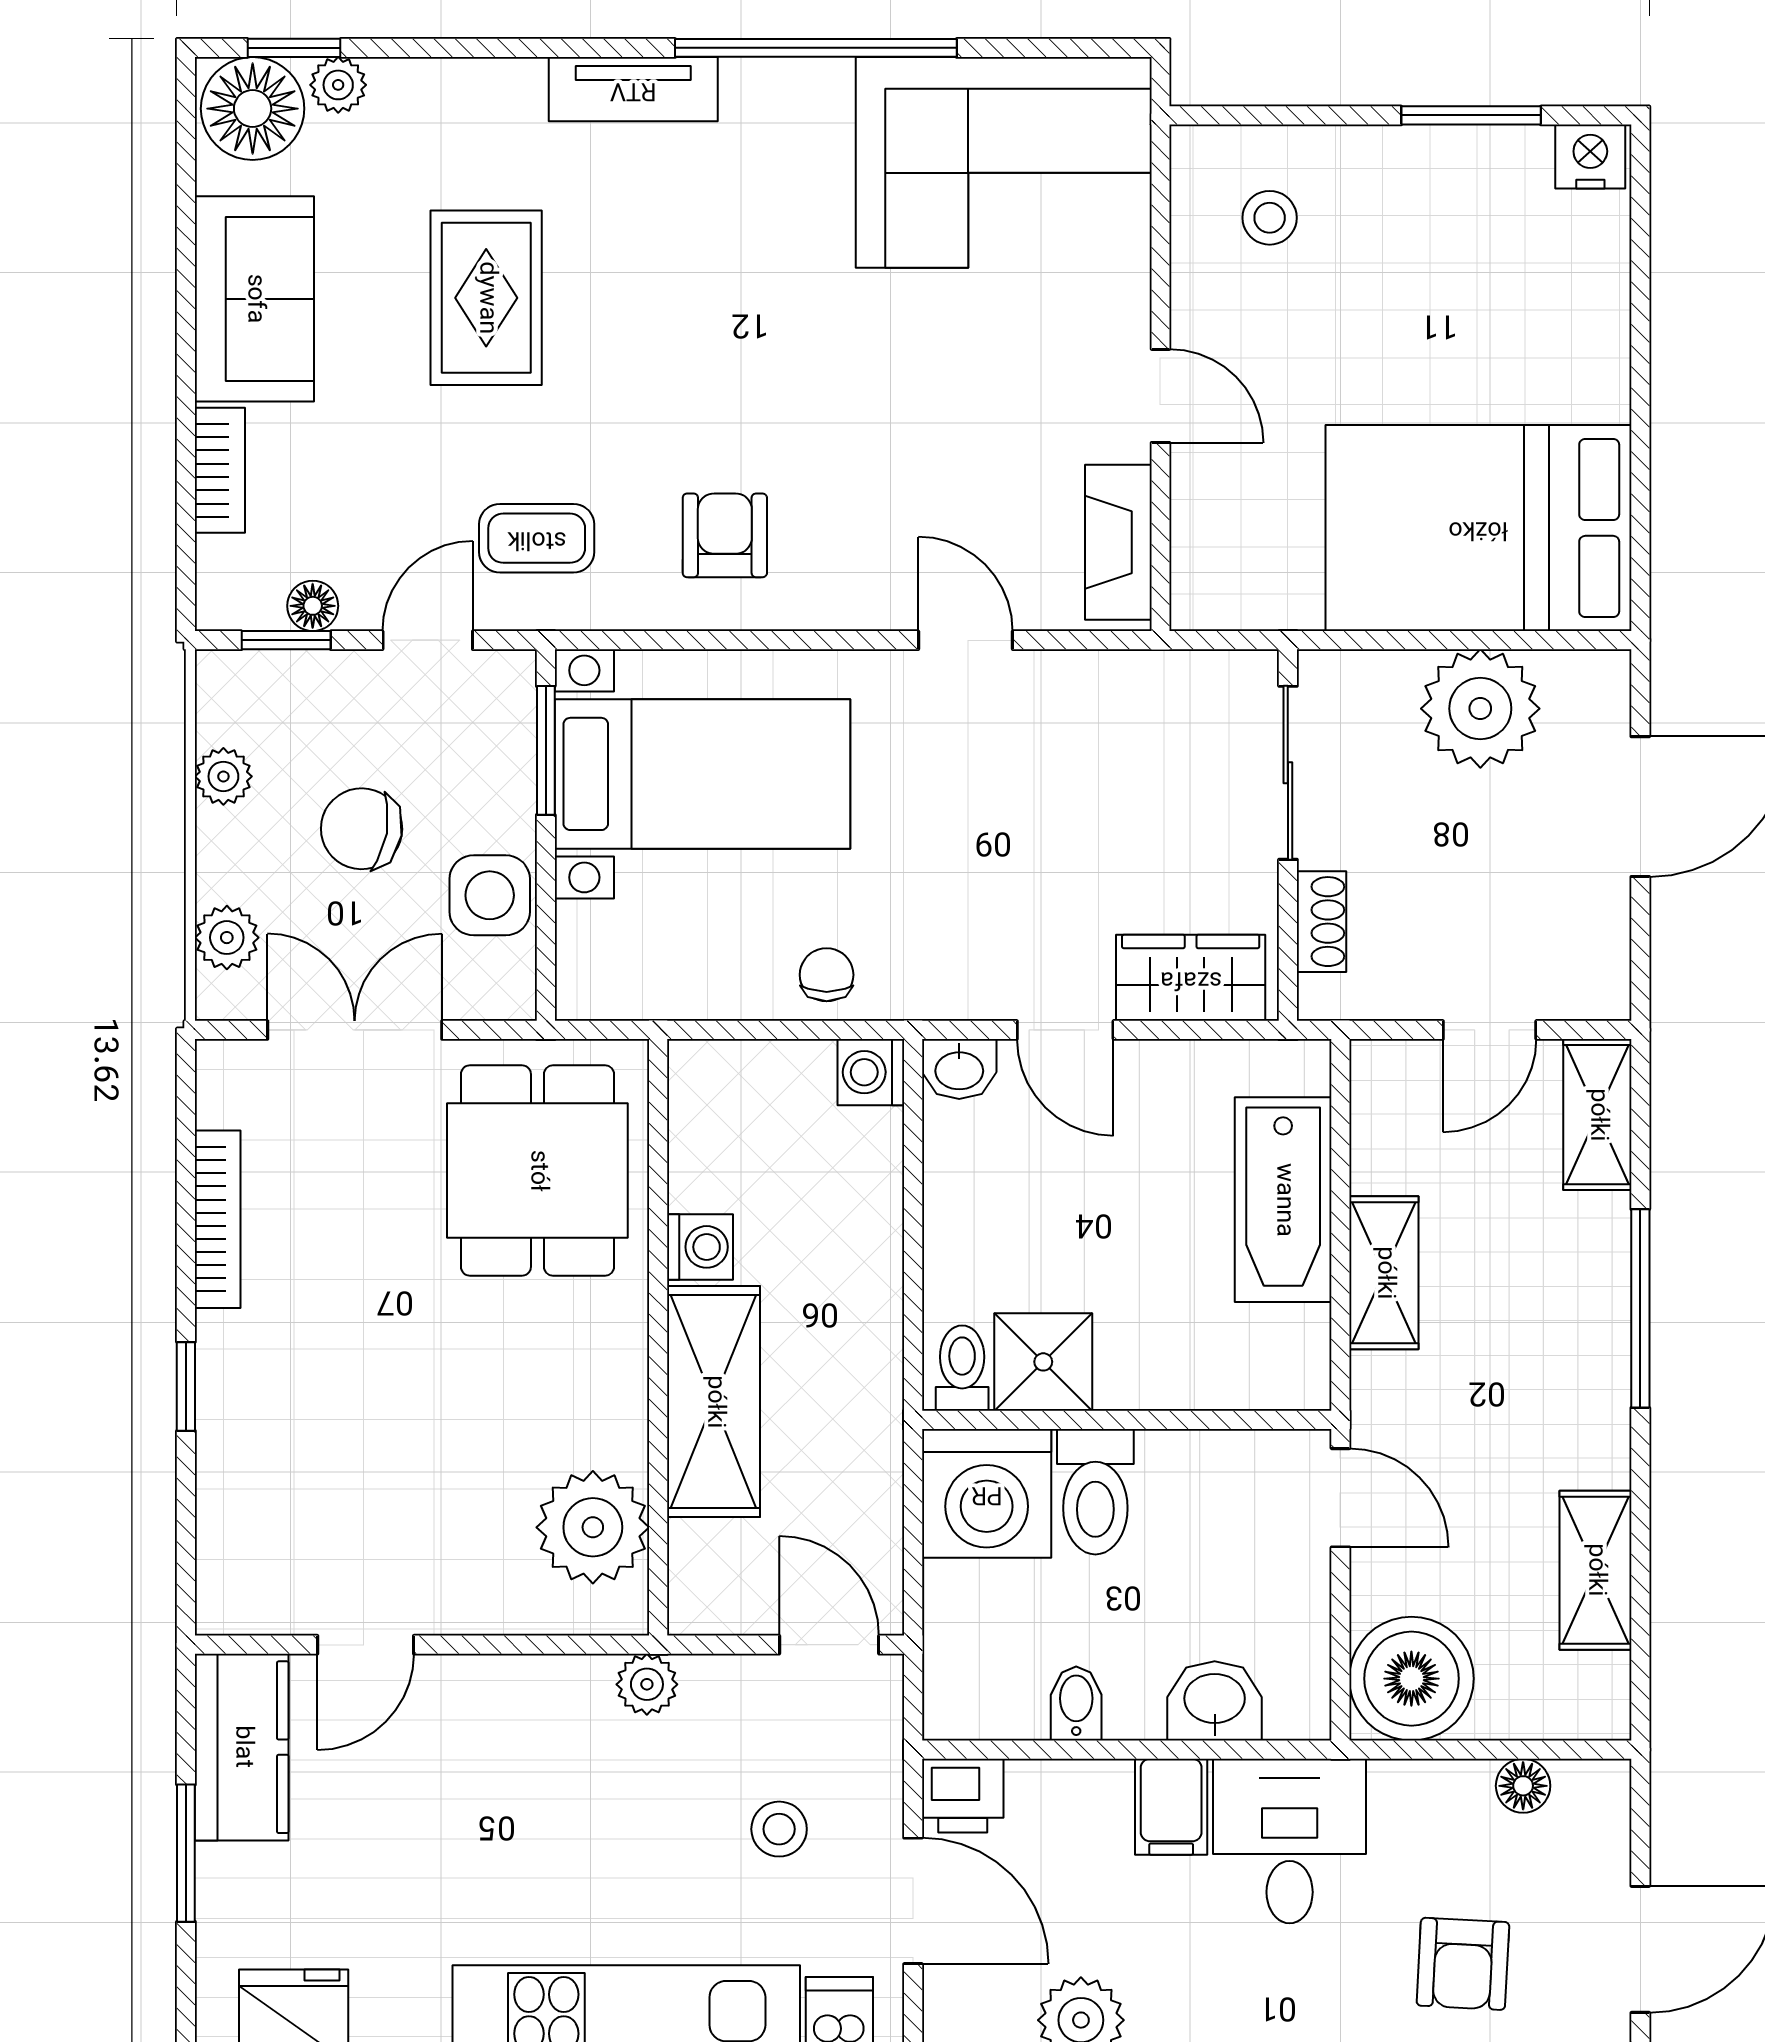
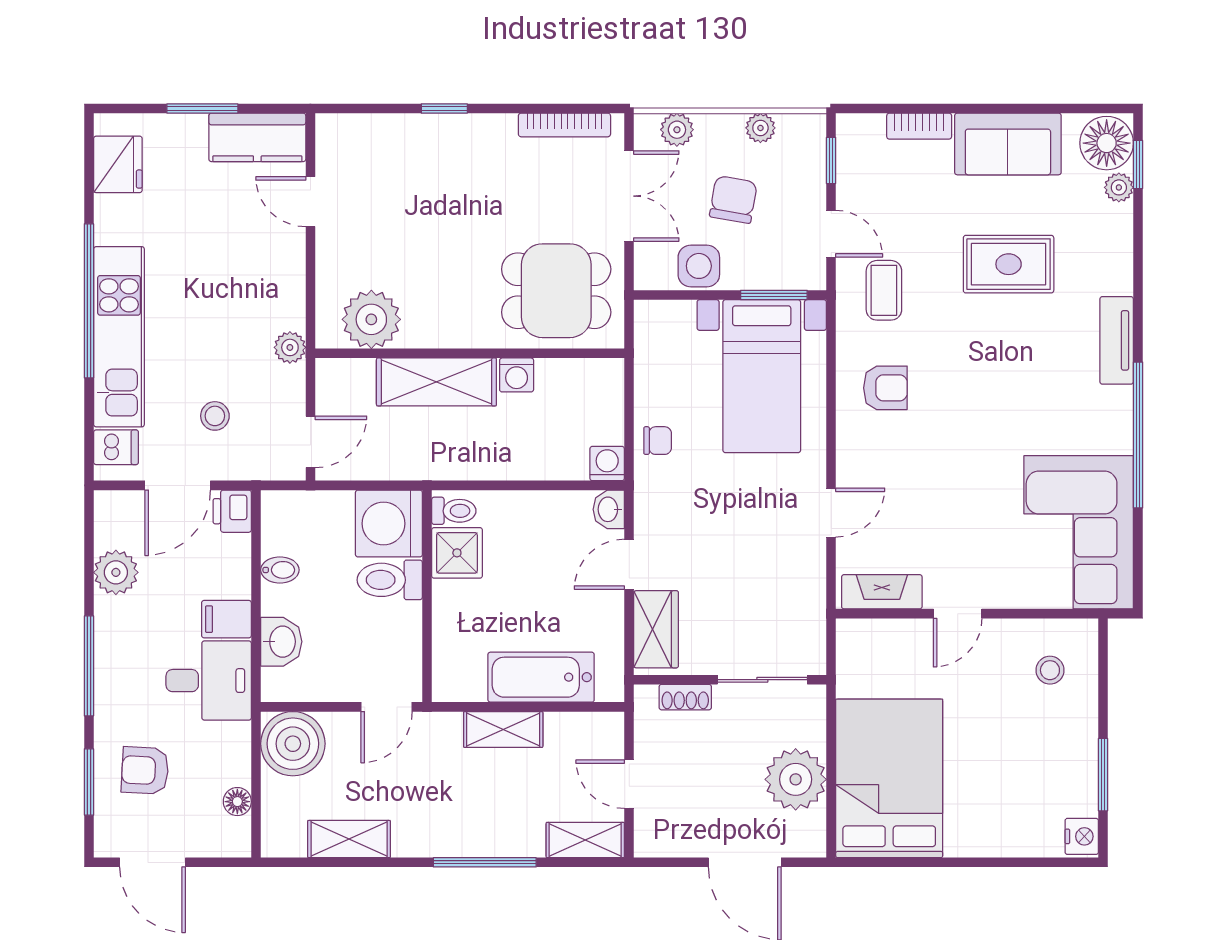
floor lamp: (313, 606) -> (849, 174), removed
bookcase: (218, 1219) -> (564, 125), moved

